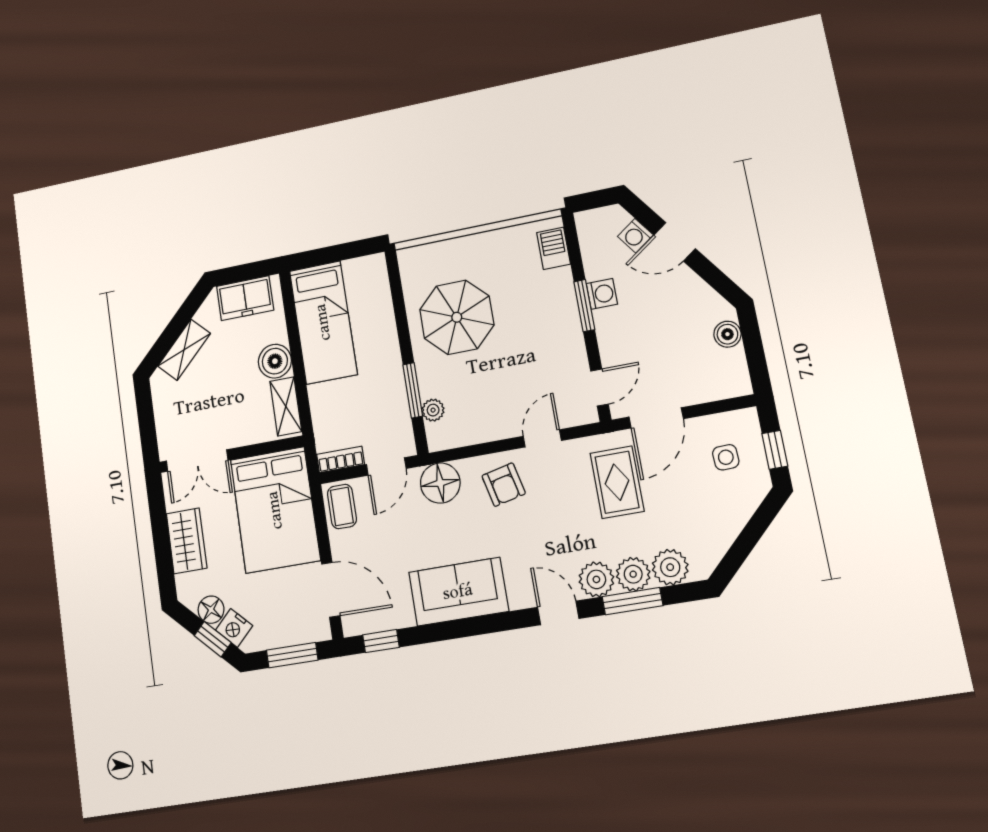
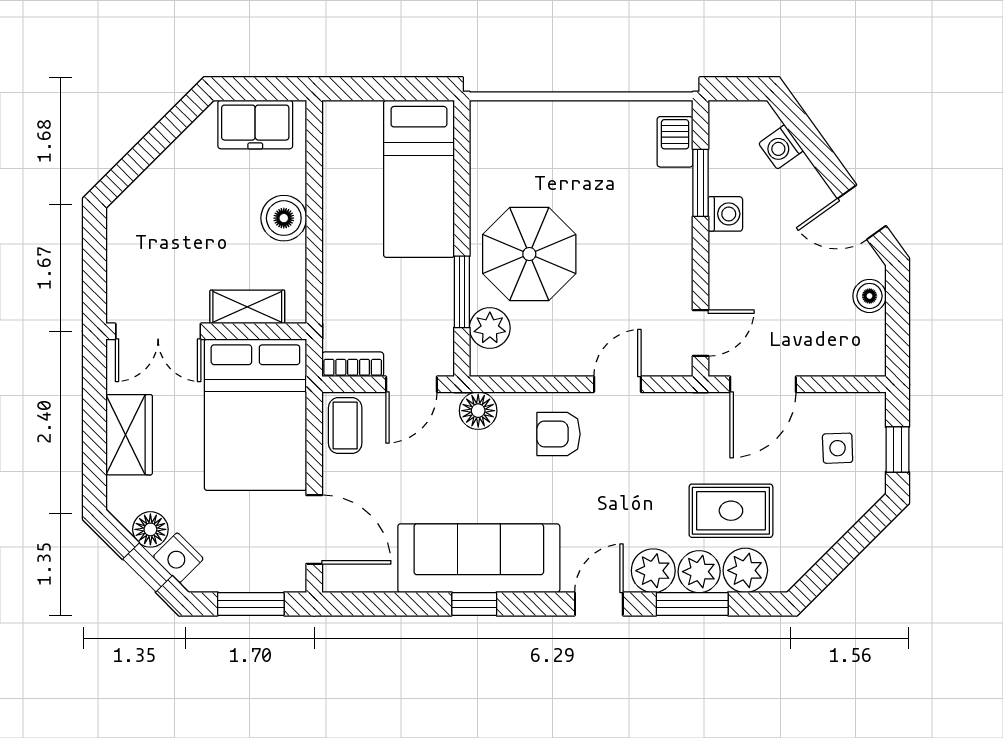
door: (675, 242) -> (862, 212), moved
window: (584, 306) -> (701, 183), moved
parasol: (457, 317) -> (529, 254), moved
bed: (323, 322) -> (419, 179), moved
shelving: (184, 350) -> (160, 178), removed
shelving: (286, 406) -> (247, 307), moved, turned 90
plant: (433, 410) -> (490, 328), width x1.38, depth x1.38
rug: (617, 482) -> (731, 511), moved, turned 90
floor lamp: (440, 483) -> (478, 411), width x0.73, depth x0.73
armchair: (504, 485) -> (559, 434), turned 103
sofa: (458, 592) -> (479, 558), width x1.36
door: (558, 613) -> (599, 604), hinge flipped
window: (381, 641) -> (474, 604), moved

